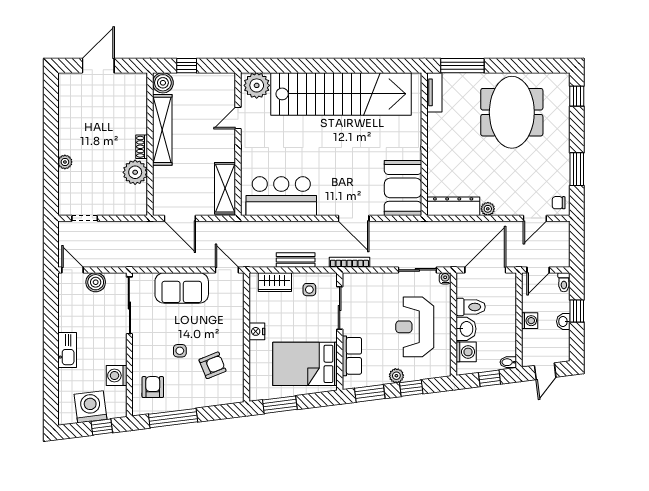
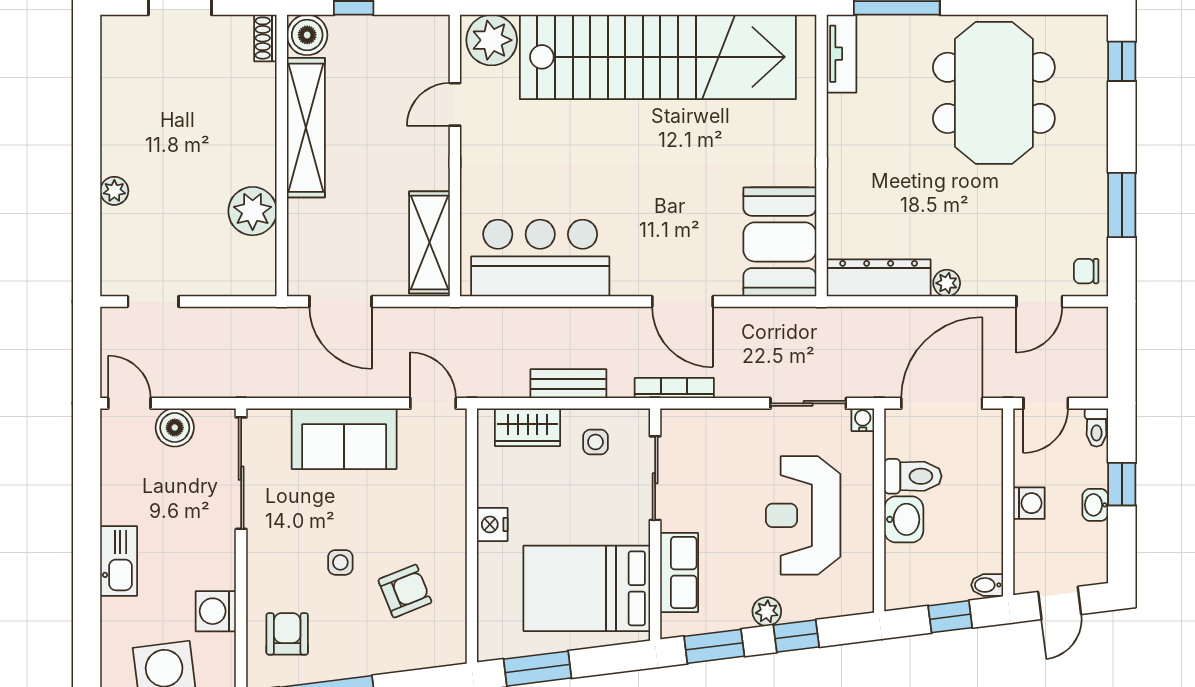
shoe rack: (142, 147) -> (265, 38), moved
washing machine: (466, 352) -> (904, 565), removed

